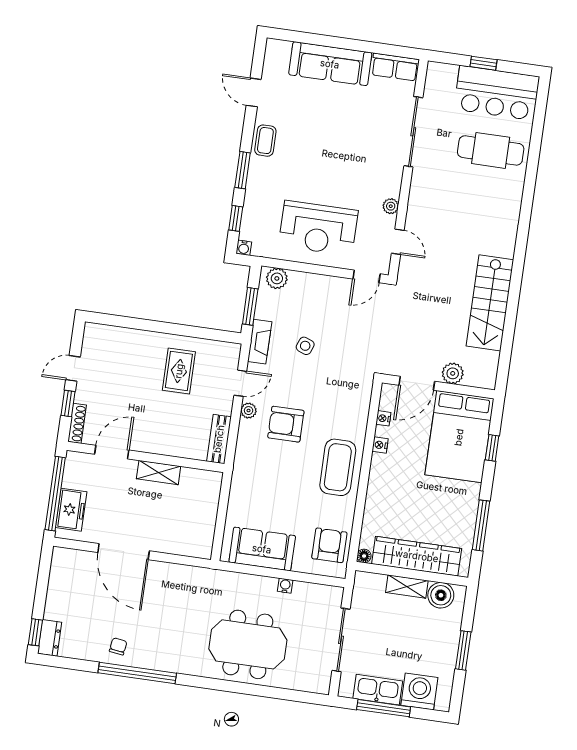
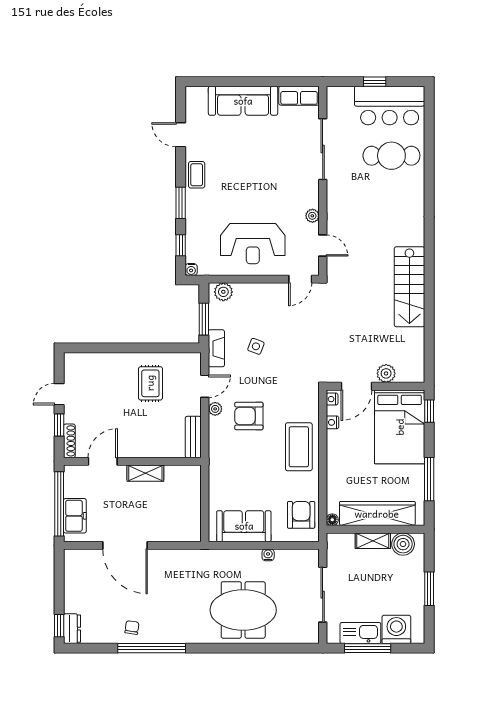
plant: (453, 373) -> (386, 373), moved
door: (417, 383) -> (356, 386), moved
wall: (438, 386) -> (375, 386), moved
bed: (459, 437) -> (400, 427), moved

